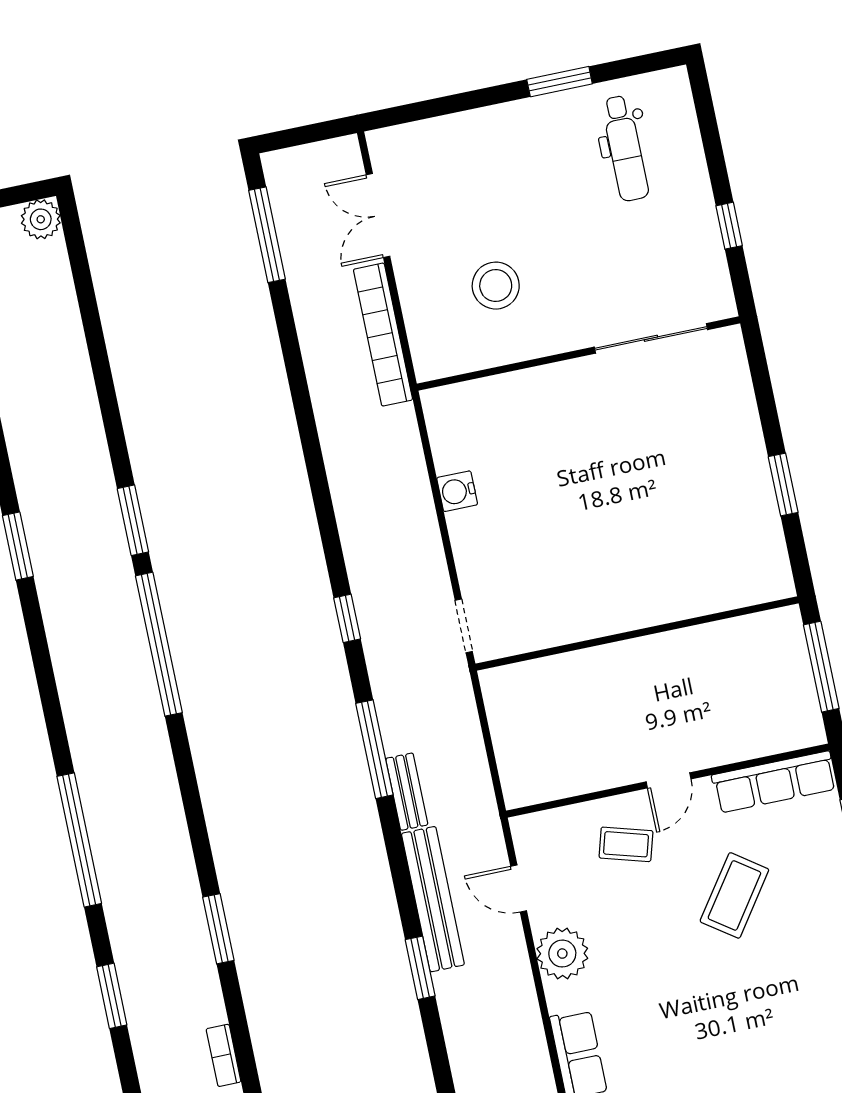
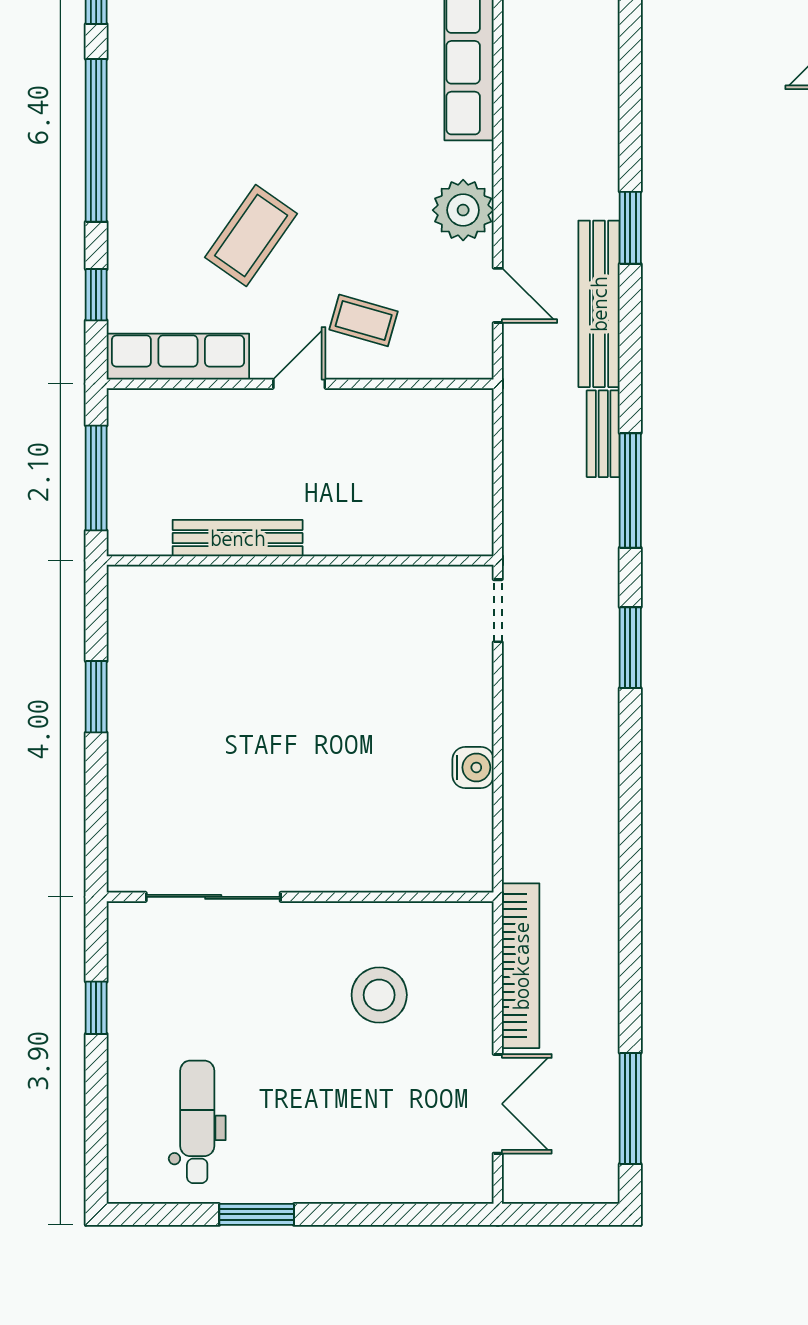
window: (347, 618) -> (630, 648), width x1.50
bench: (693, 641) -> (238, 538), added

